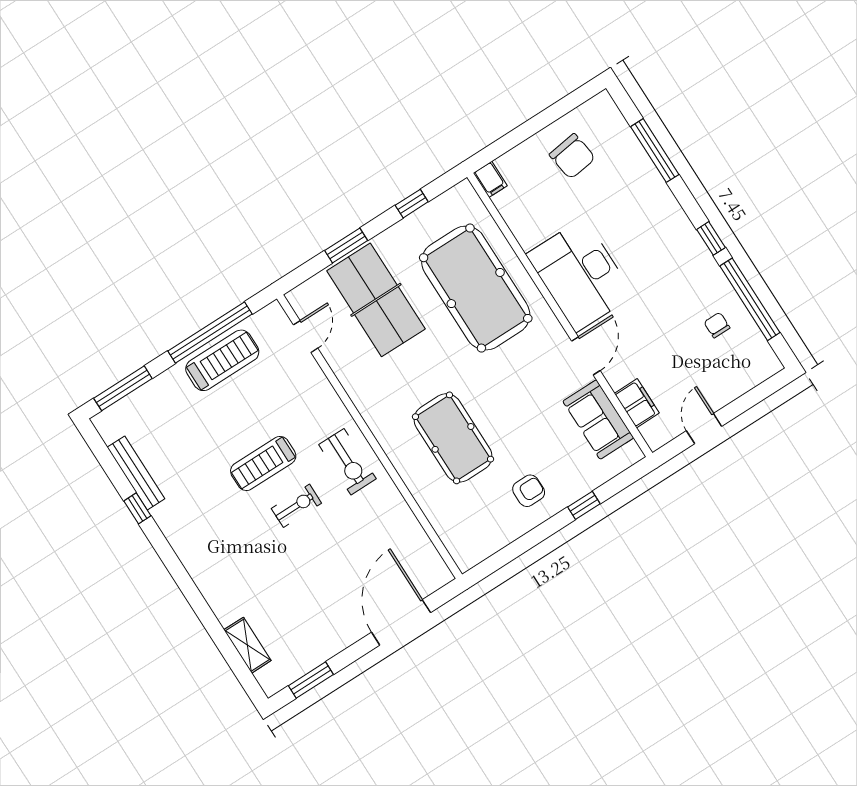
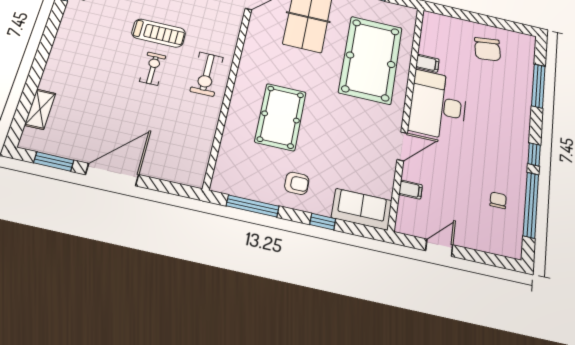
filing cabinet: (490, 179) -> (427, 63), moved, turned -90
filing cabinet: (637, 403) -> (411, 190), width x0.50
sofa: (598, 419) -> (362, 209), moved, turned 90
treadmill: (263, 463) -> (159, 33), turned 180
exercise bike: (296, 506) -> (153, 69), turned -90
window: (512, 551) -> (253, 206), added
door: (401, 622) -> (112, 175), moved

